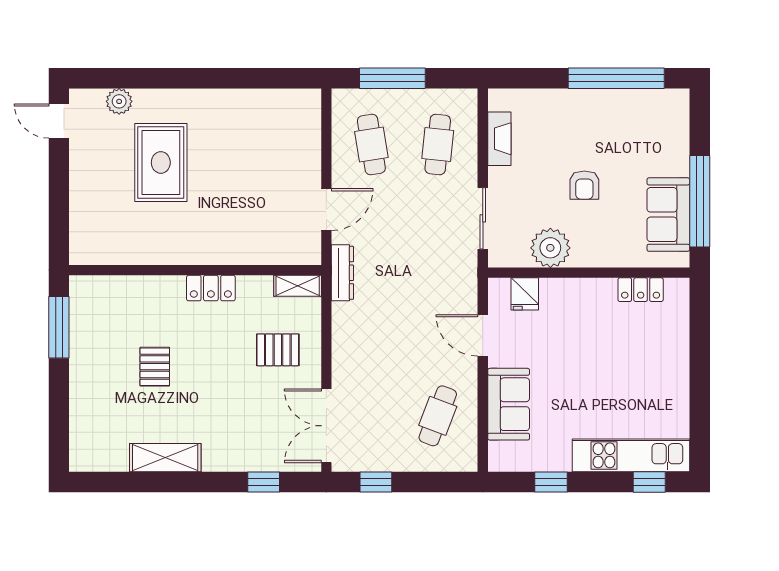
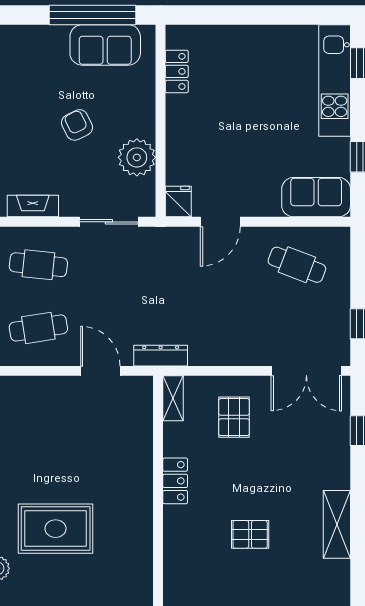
armchair: (584, 185) -> (77, 125), turned -116
fridge: (525, 294) -> (178, 202), moved, turned -90
sofa: (509, 404) -> (316, 197), moved

